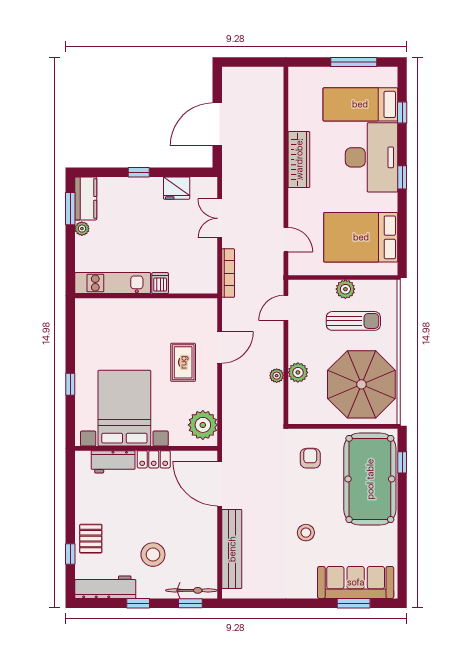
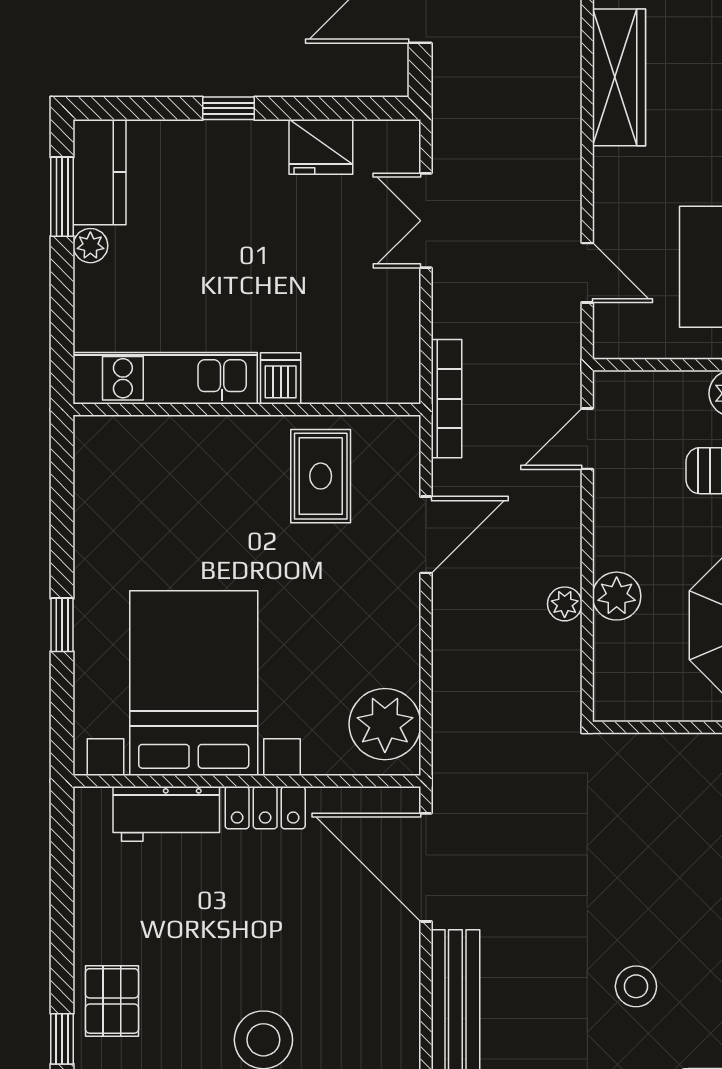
bookcase: (228, 273) -> (447, 399), moved
rug: (183, 362) -> (321, 476), moved
armchair: (310, 458) -> (647, 805), removed

